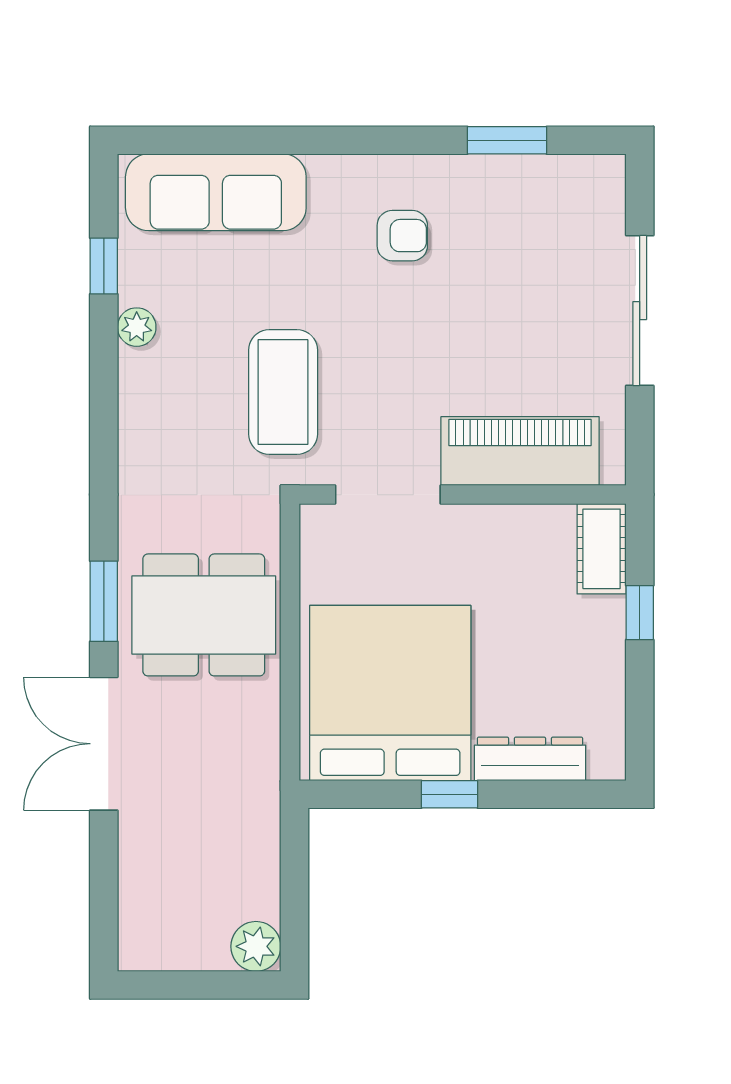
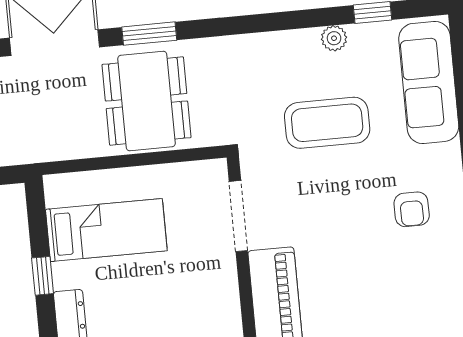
coffee table: (283, 392) -> (327, 123), moved
bed: (390, 693) -> (106, 230), width x0.49

